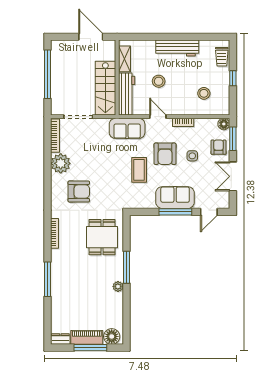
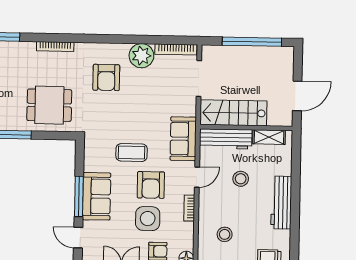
armchair: (165, 154) -> (151, 185), turned -90
side table: (192, 156) -> (148, 219), width x1.87, depth x1.87

